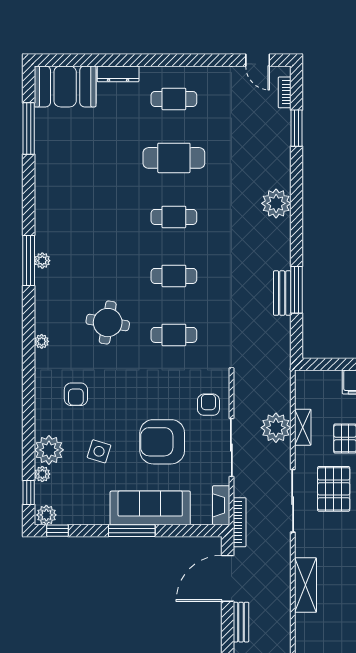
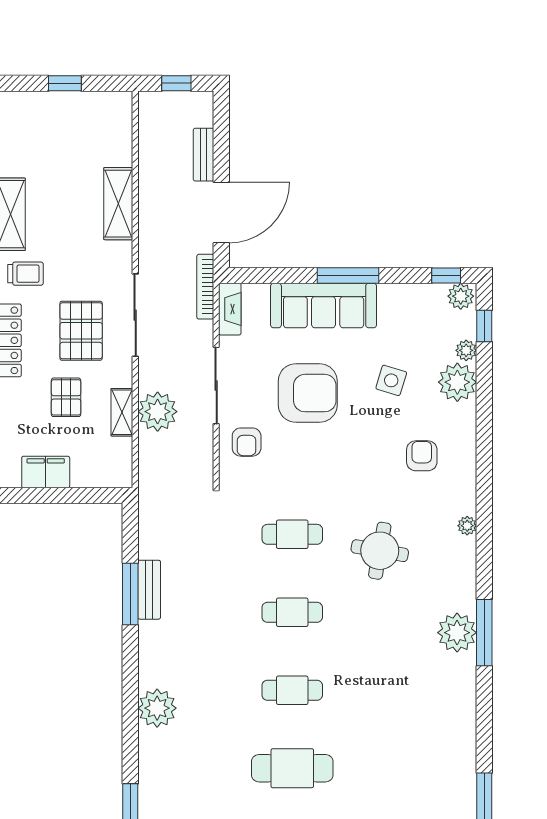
plant: (42, 261) -> (457, 633), width x1.87, depth x1.87

